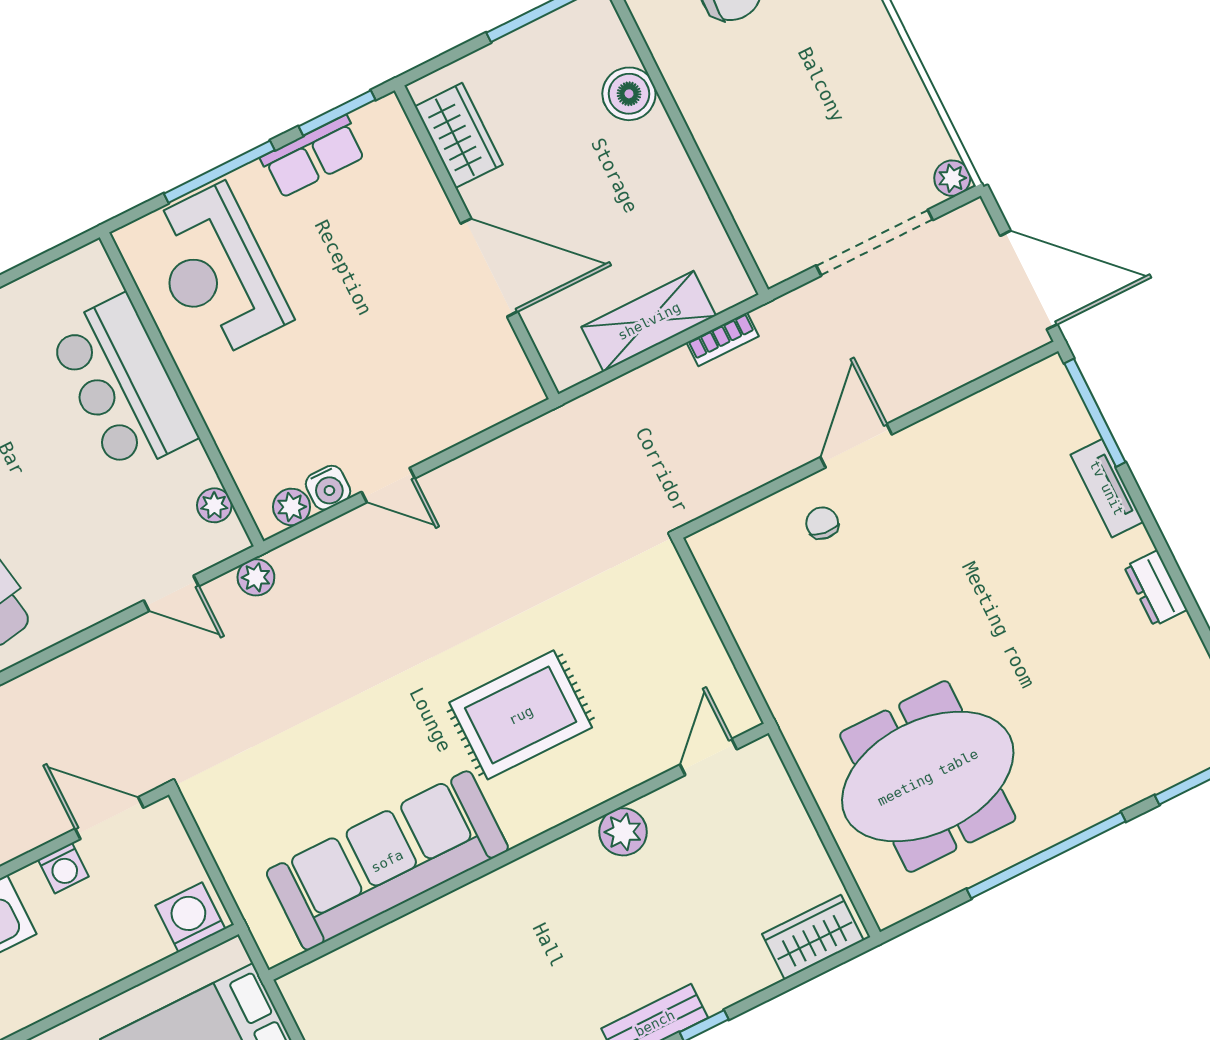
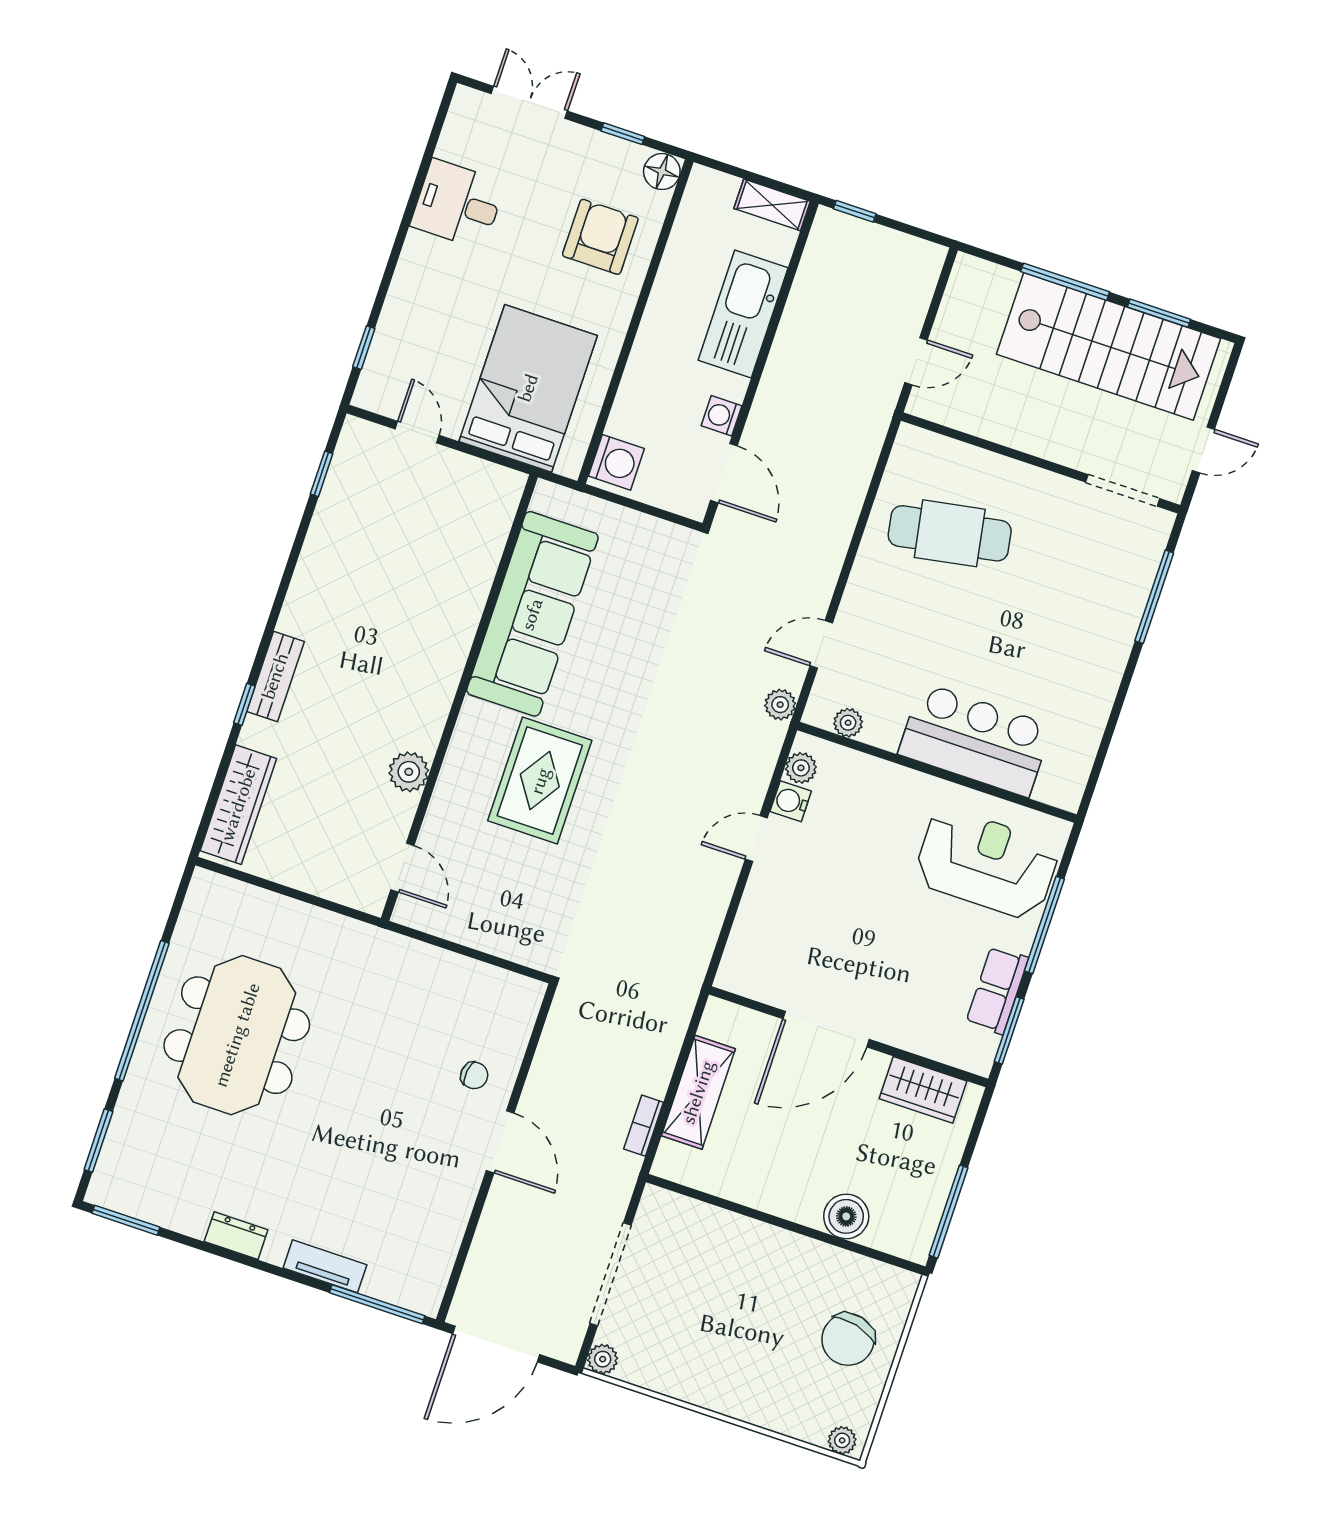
meeting table: (928, 777) -> (237, 1035), moved
door: (109, 818) -> (724, 473), hinge flipped
wardrobe: (813, 937) -> (238, 805), width x1.50

